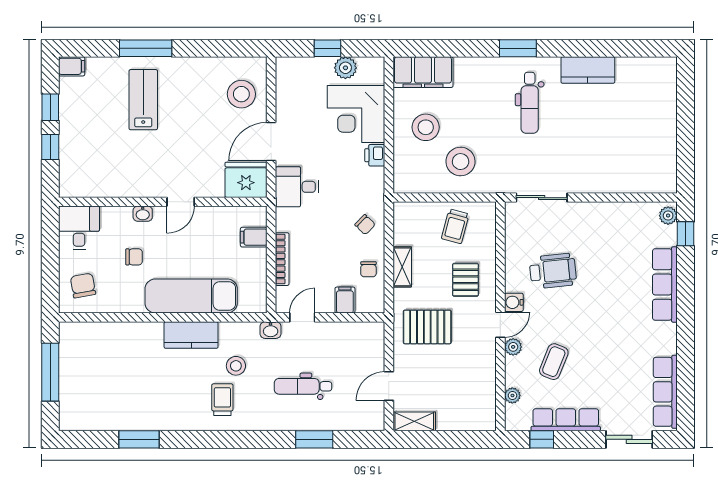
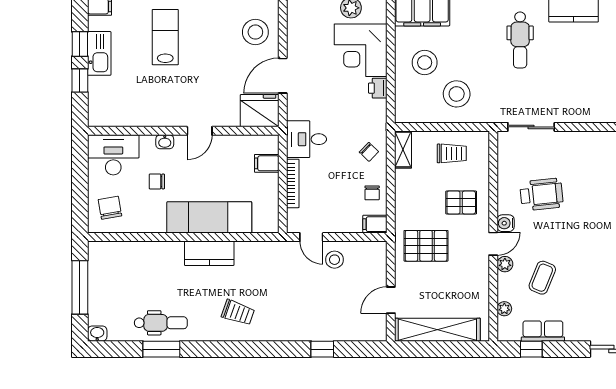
kitchen sink: (71, 117) -> (99, 53), added
desk: (297, 187) -> (306, 139), moved
trolley: (455, 226) -> (452, 153), turned -105
desk: (79, 228) -> (113, 155), width x1.37
chair: (134, 257) -> (157, 181), turned 180
shelving: (402, 267) -> (403, 149), moved
pallet: (465, 280) -> (461, 203), turned 90
filing cabinet: (345, 300) -> (375, 224), moved, turned -90
door: (302, 317) -> (311, 237), swing flipped
washbasin: (271, 330) -> (97, 334), moved, turned 180
stool: (236, 366) -> (335, 260), moved
dental chair: (303, 386) -> (161, 323), moved, turned 180
trolley: (222, 400) -> (238, 313), turned 109
row of seats: (566, 420) -> (543, 331), width x0.68
shelving: (414, 421) -> (437, 330), width x2.20, depth x1.33
window: (314, 439) -> (322, 349), width x0.67

